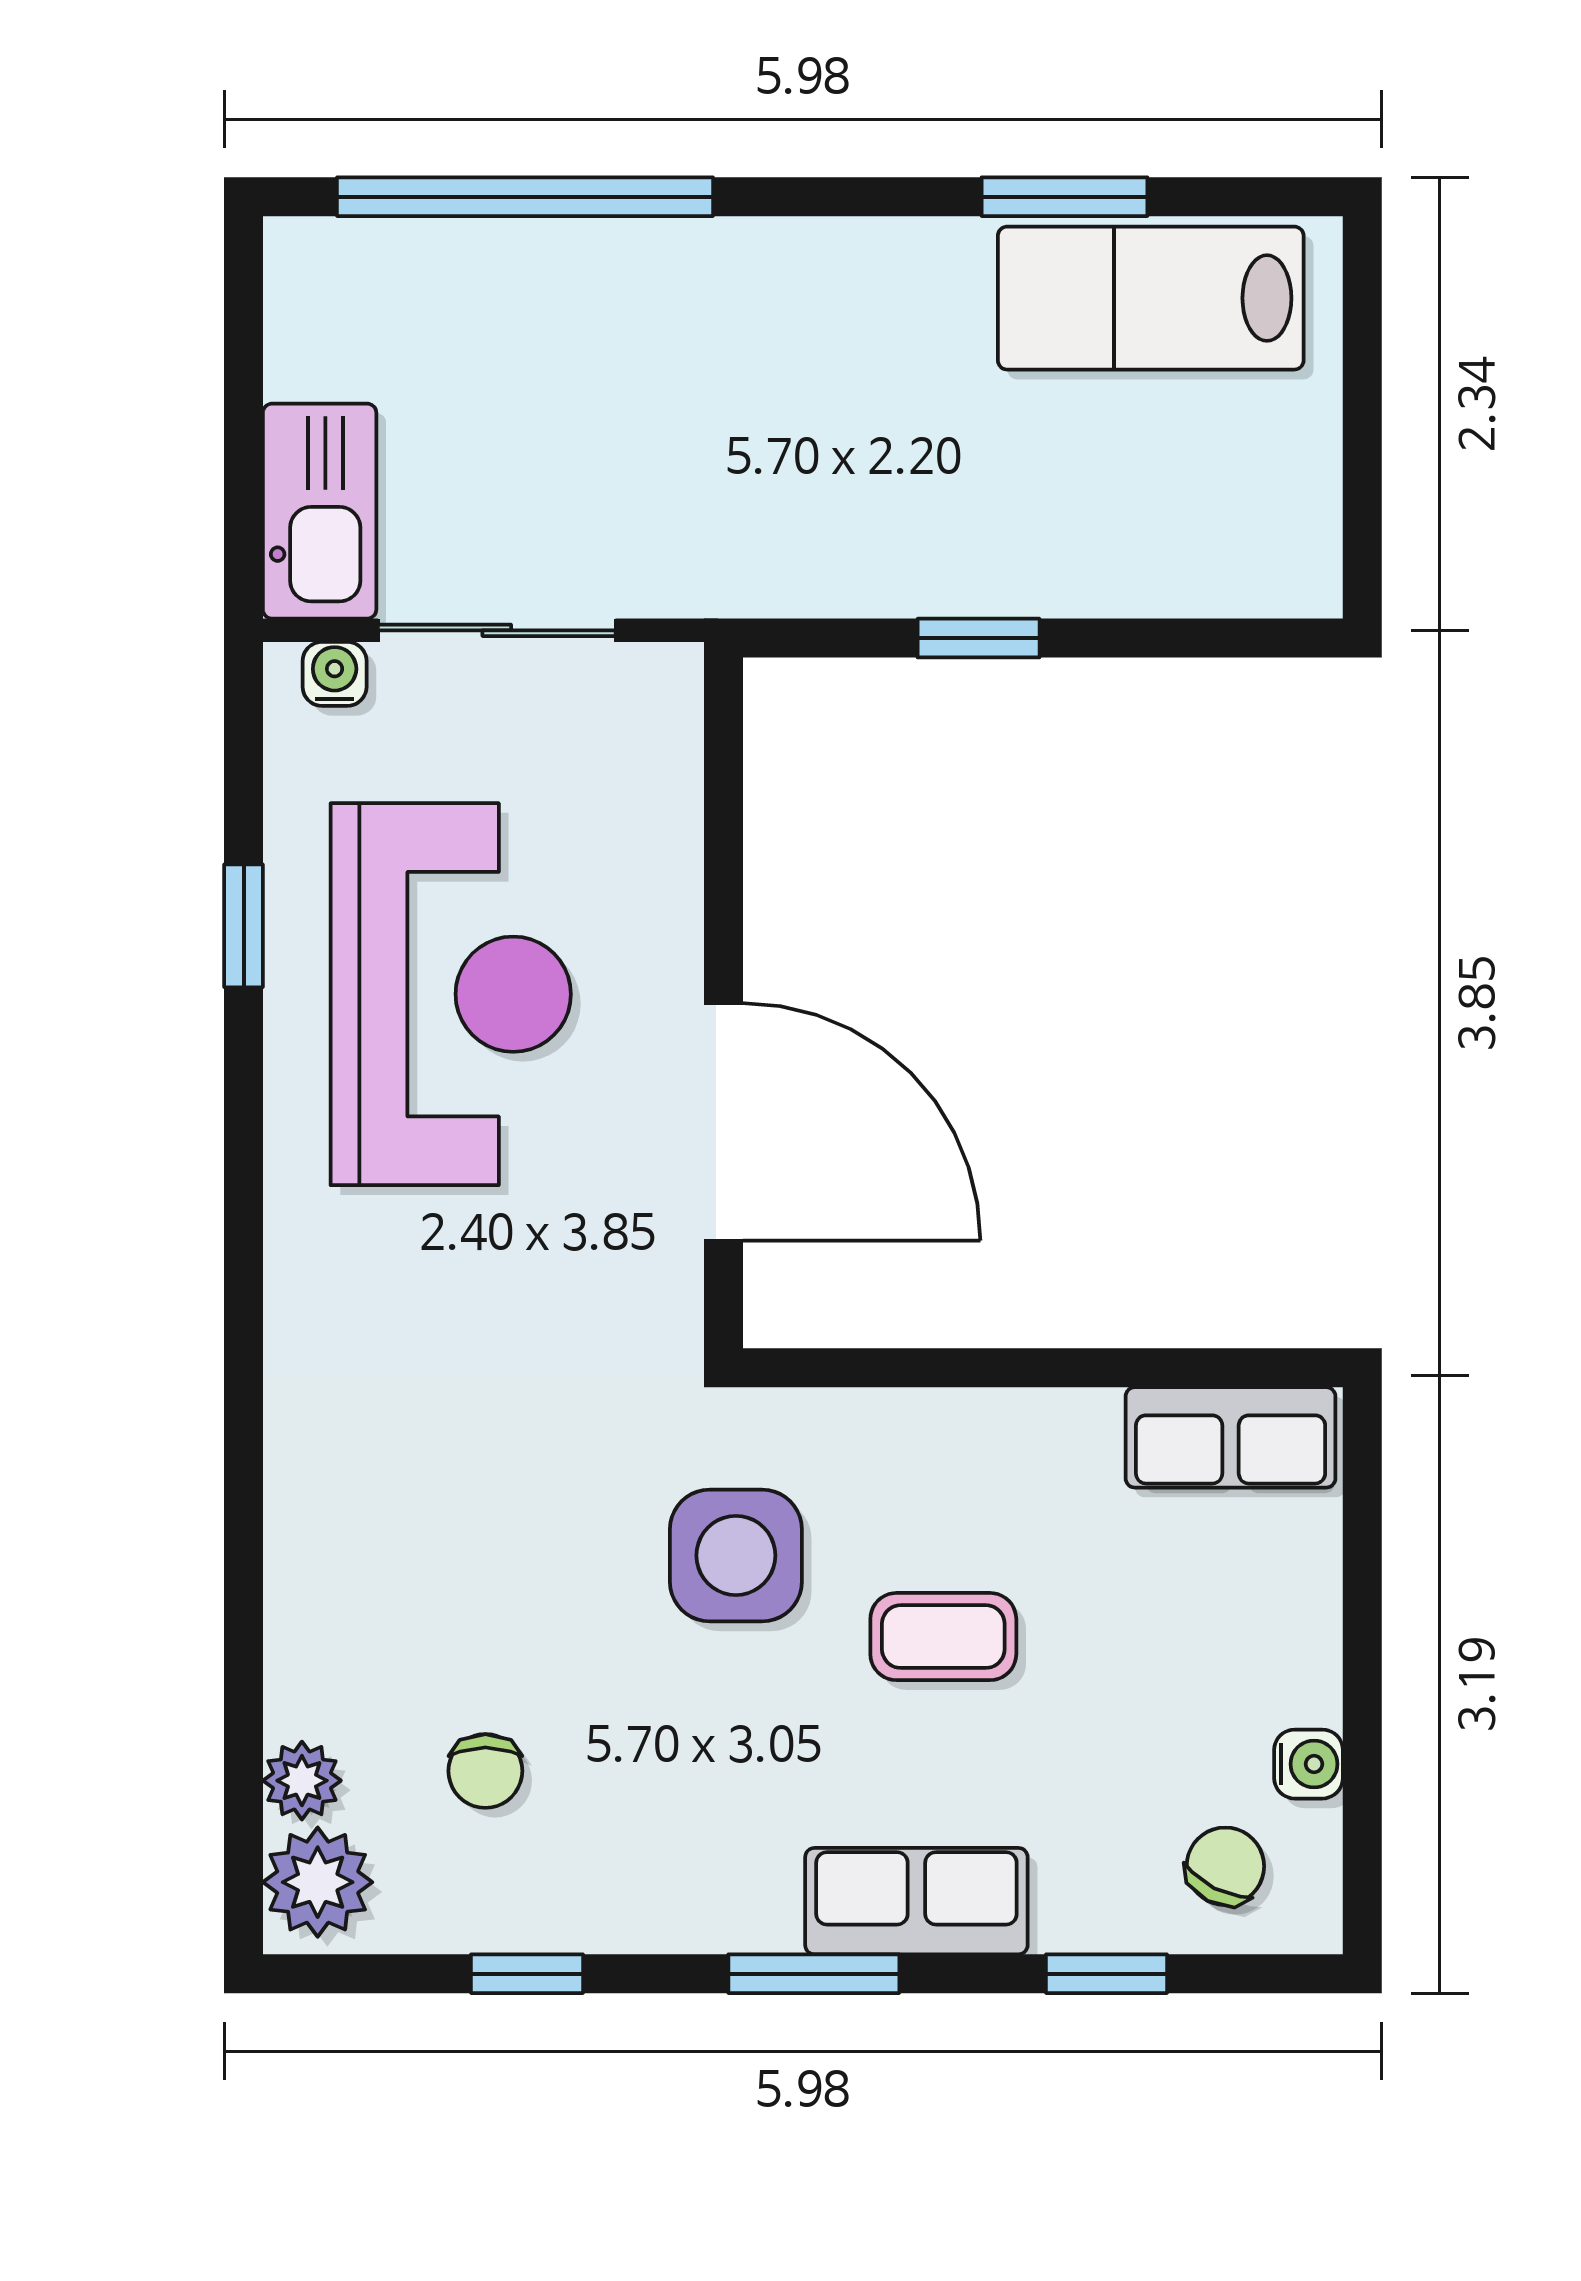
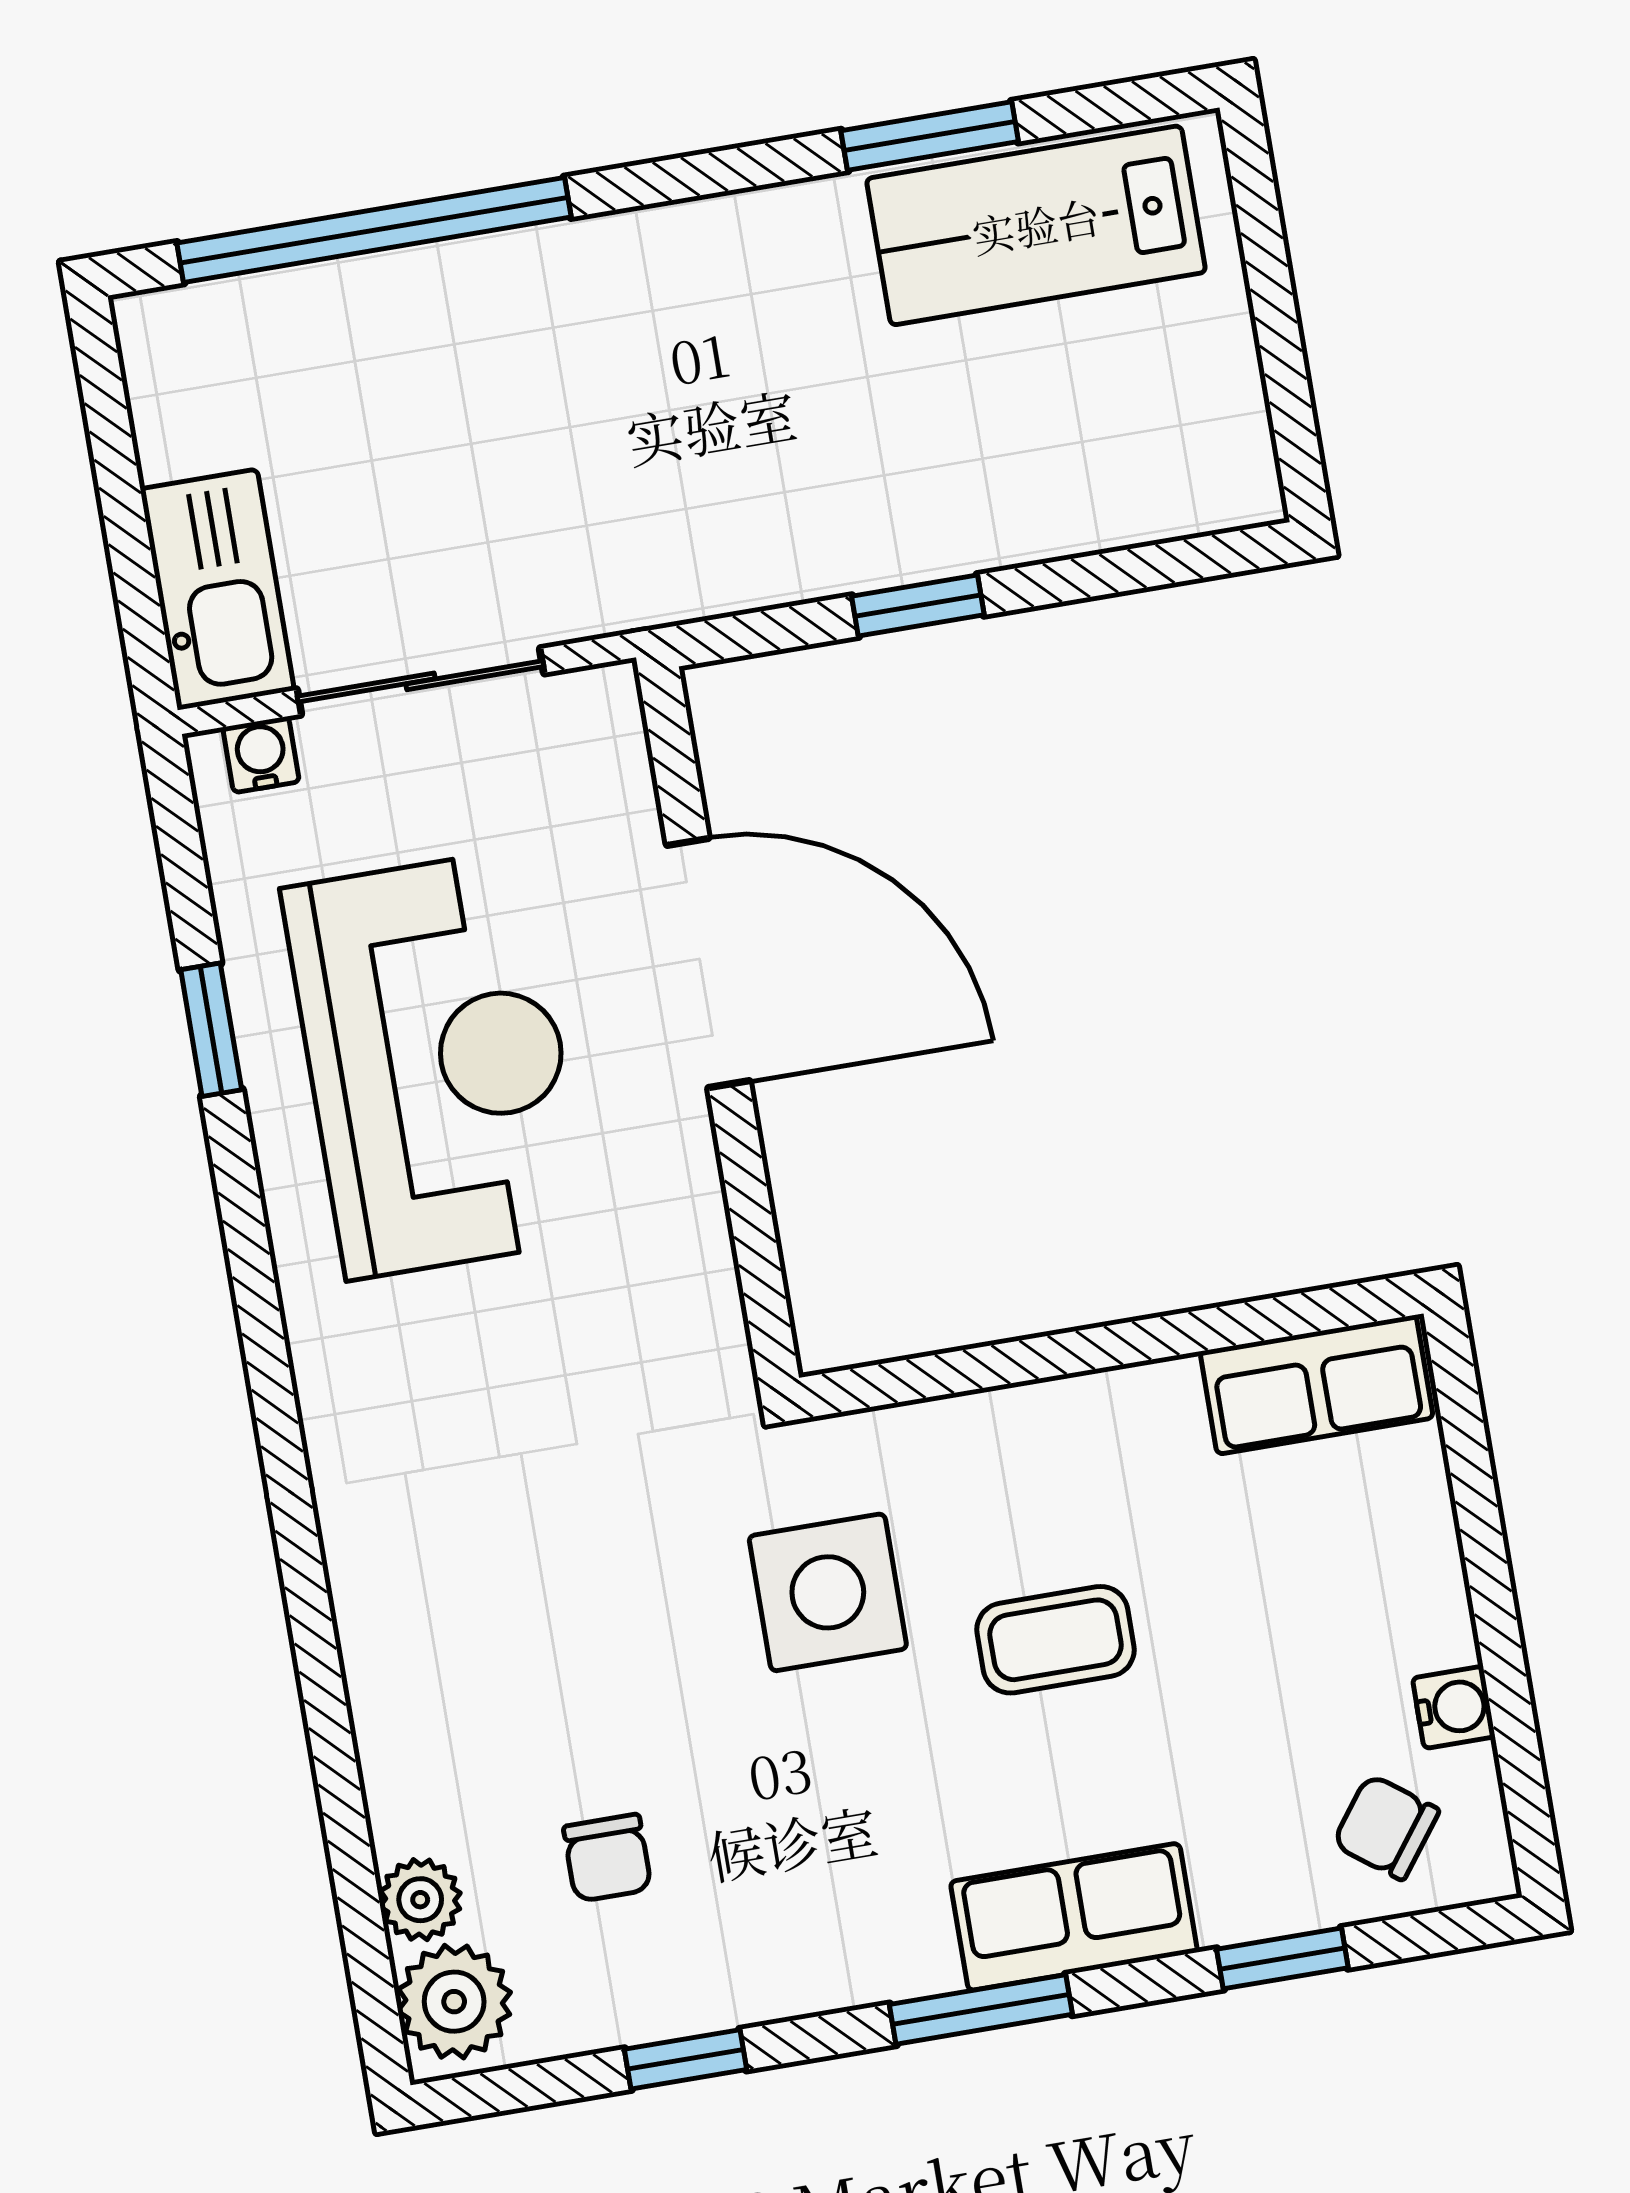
door: (724, 1122) -> (708, 963), moved
chair: (1225, 1866) -> (1386, 1827), turned -80

